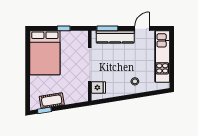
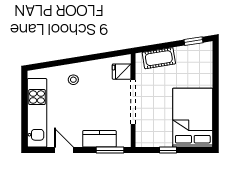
door: (142, 28) -> (64, 150), swing flipped
kitchen counter: (115, 37) -> (99, 139), width x0.67
cot: (52, 101) -> (159, 58), moved

